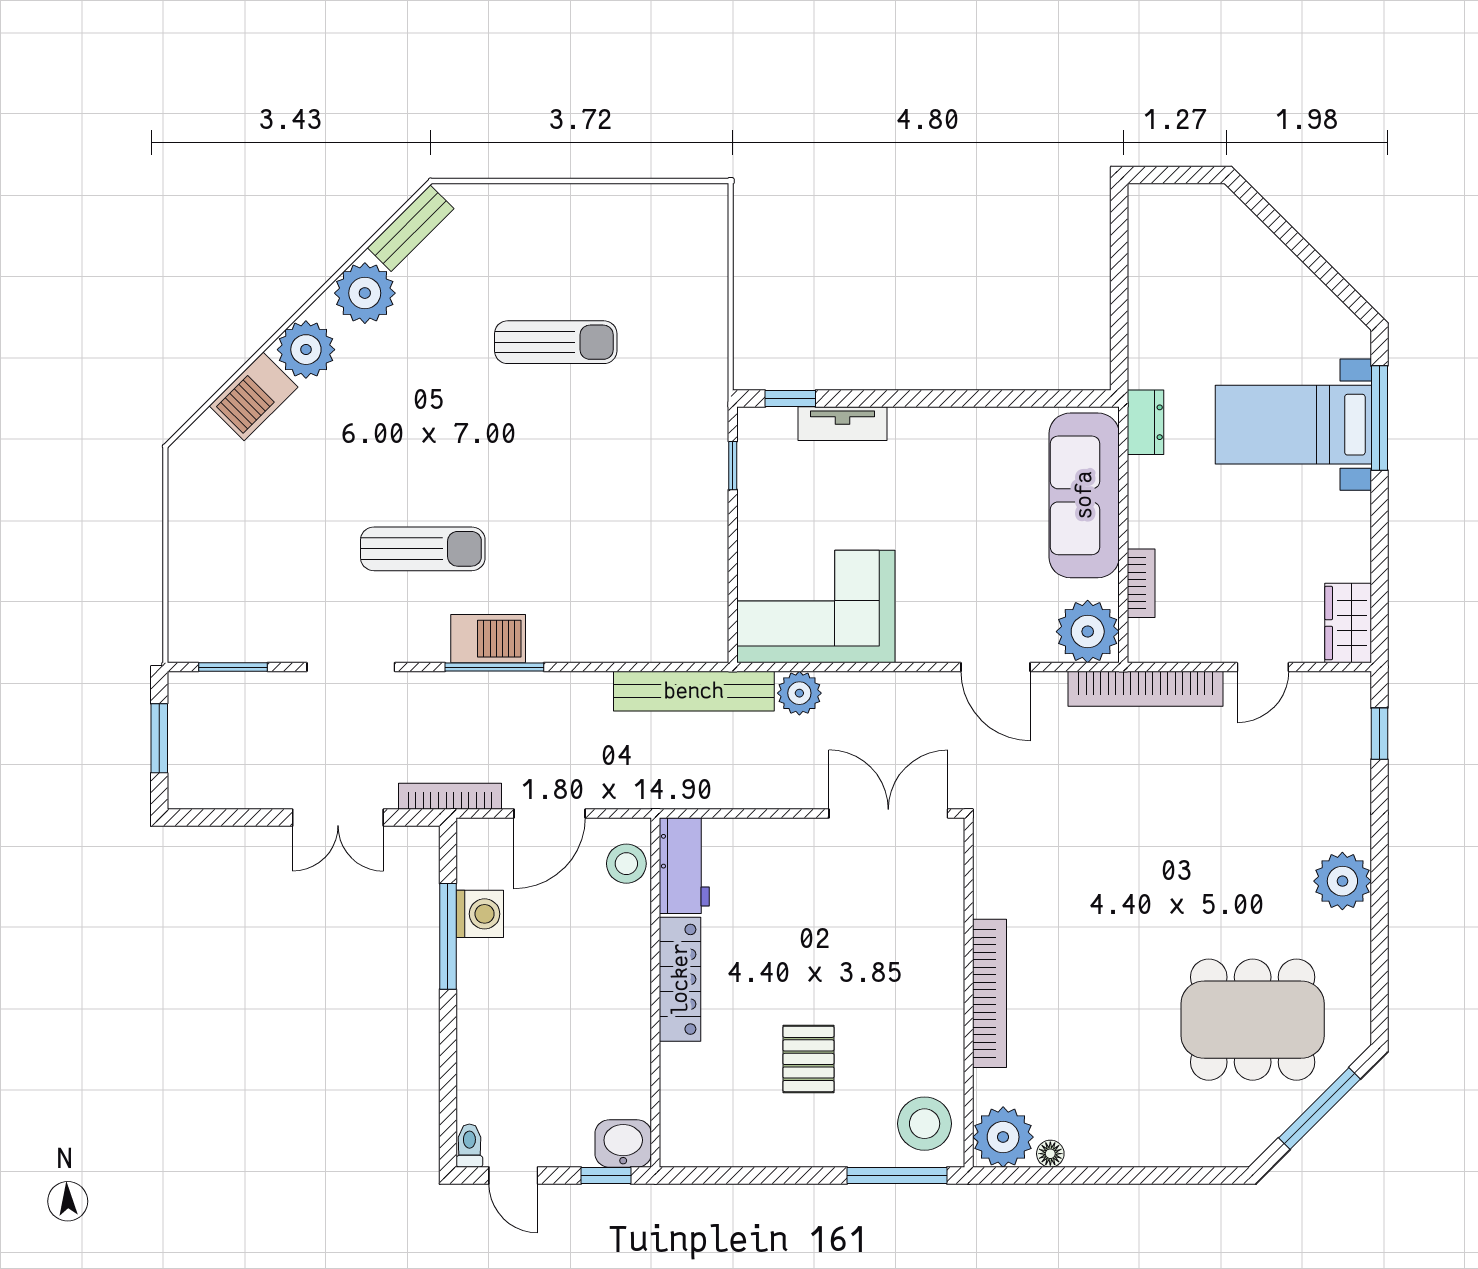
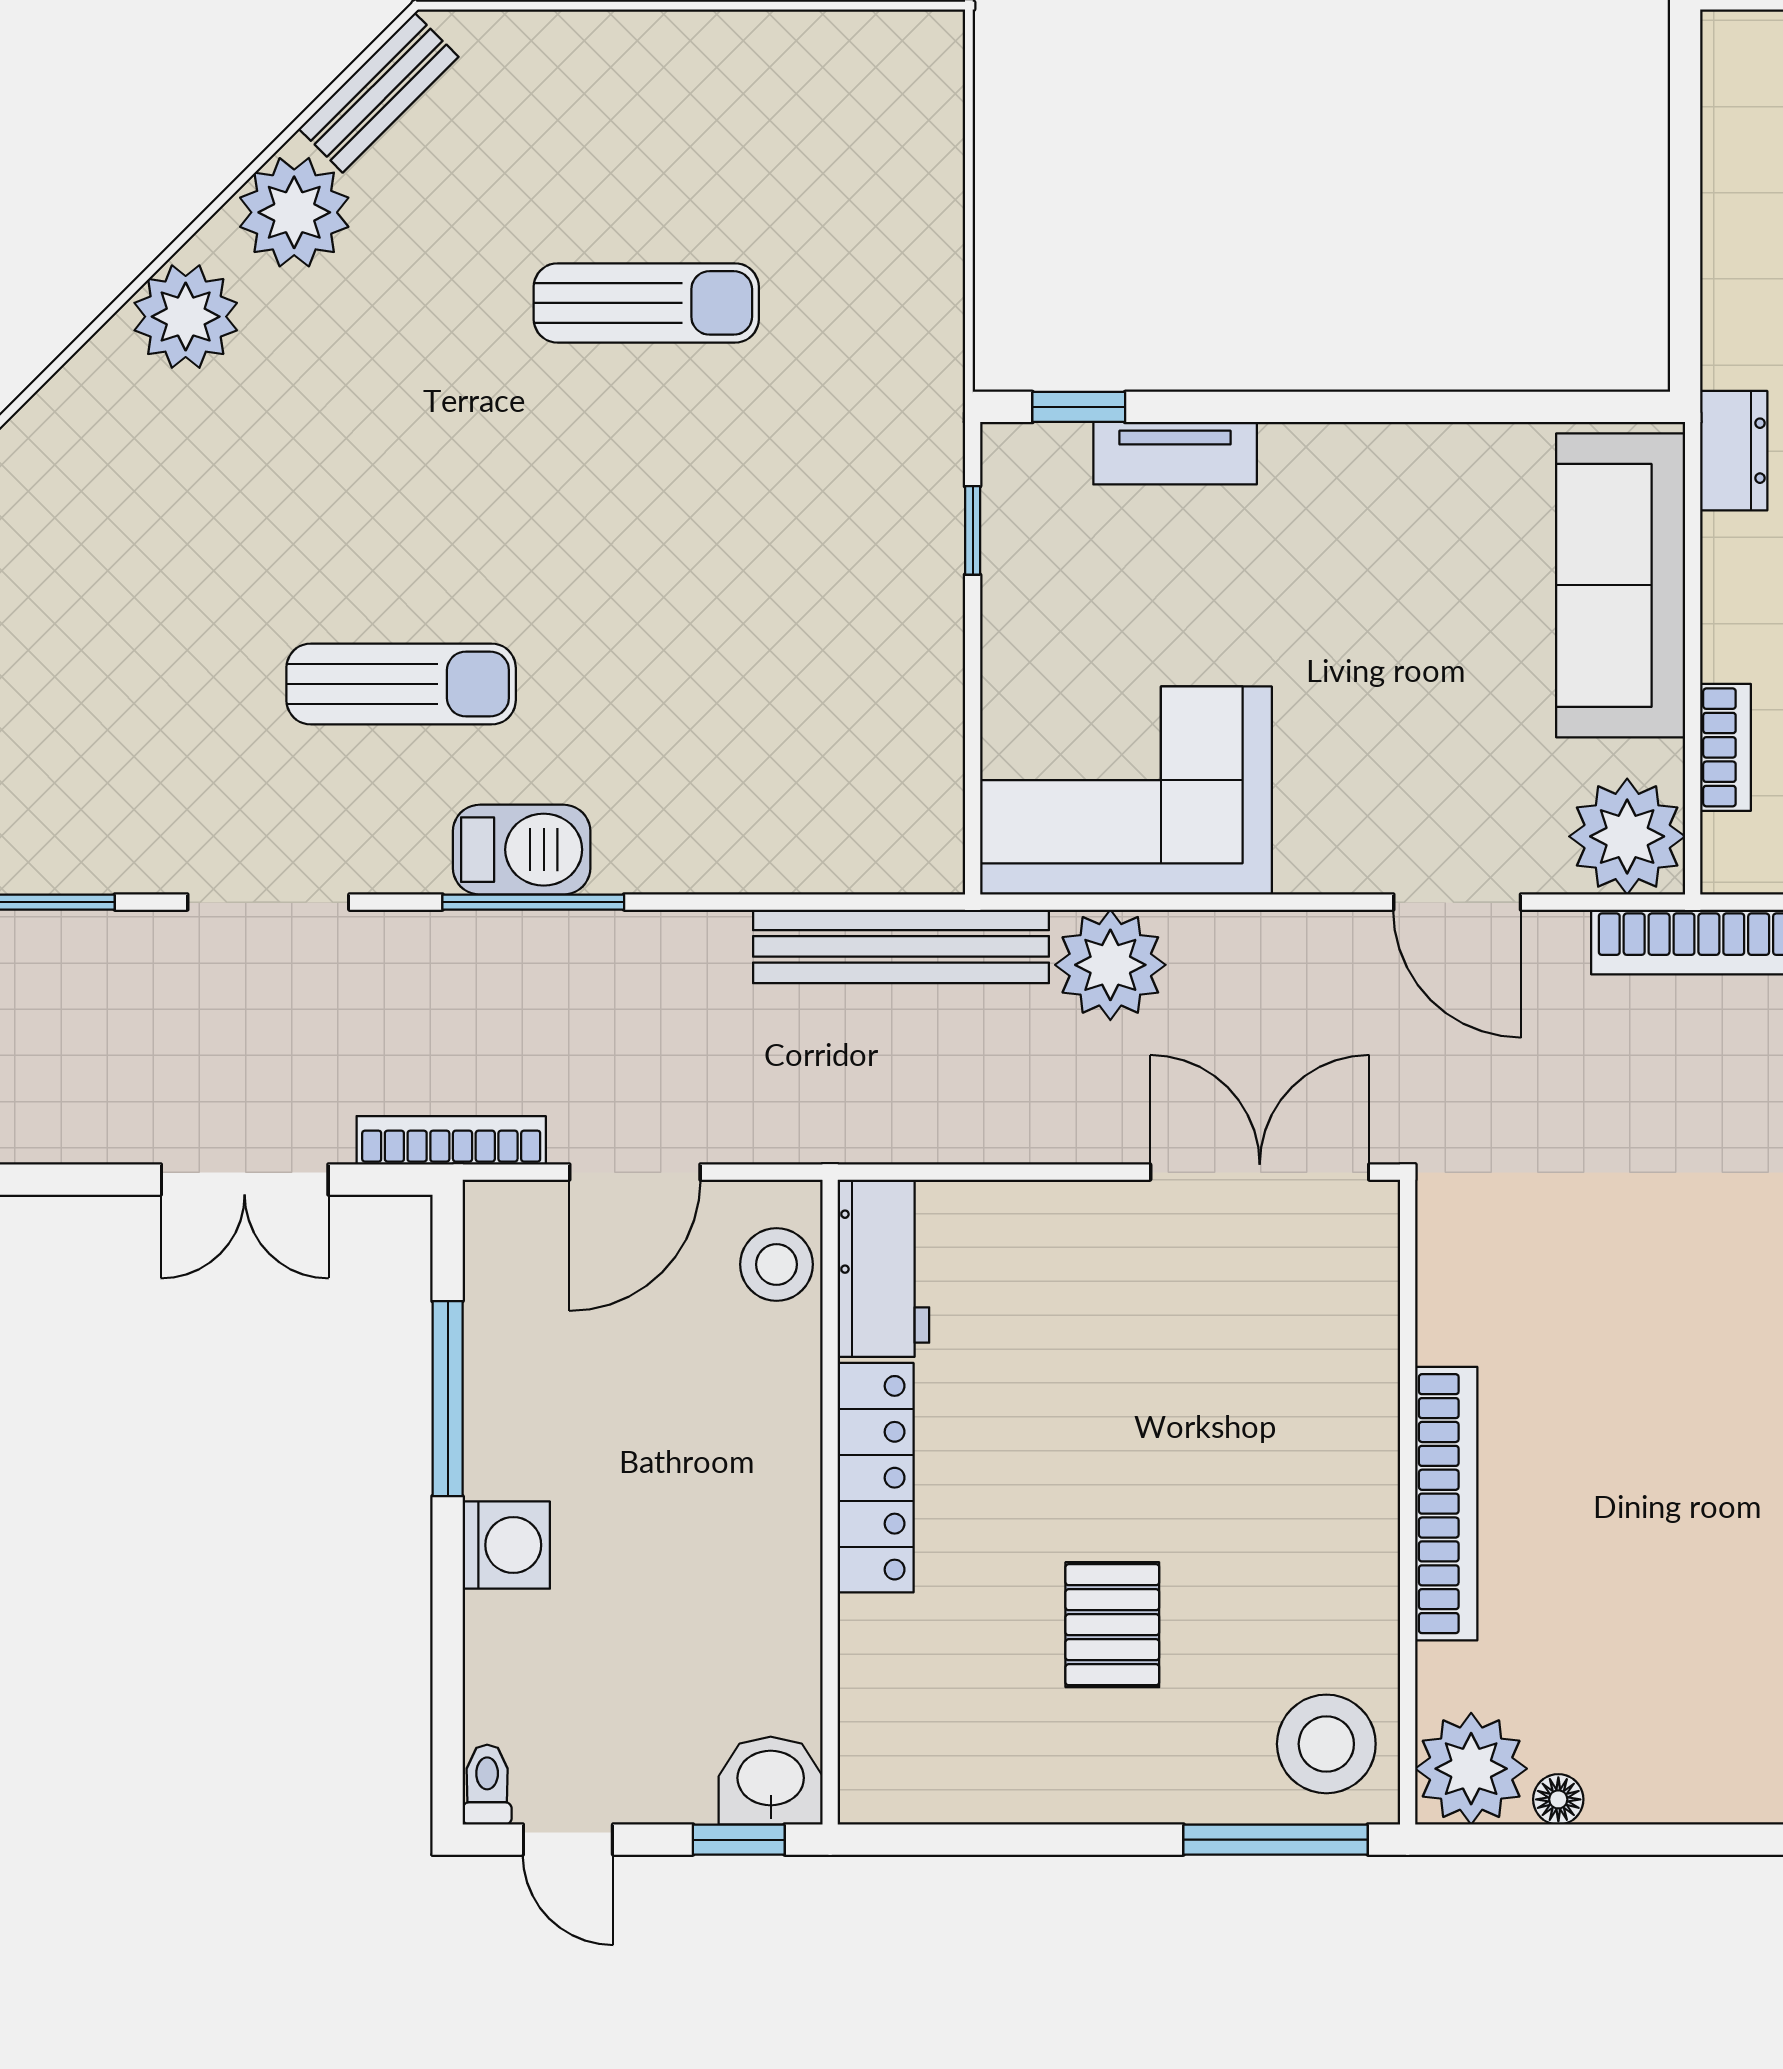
barbecue: (254, 396) -> (89, 403), removed
plant: (799, 693) -> (1110, 965), width x1.36, depth x1.36
washing machine: (480, 914) -> (506, 1545), moved

